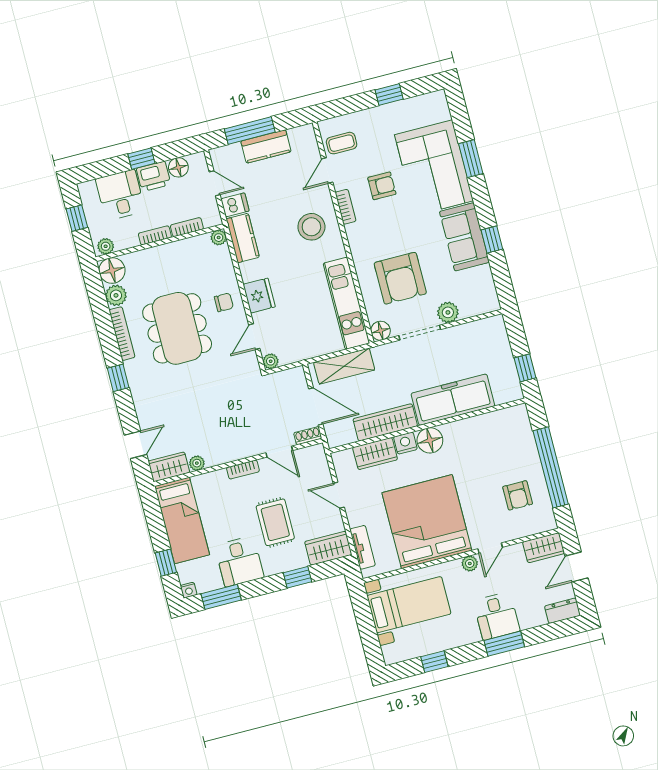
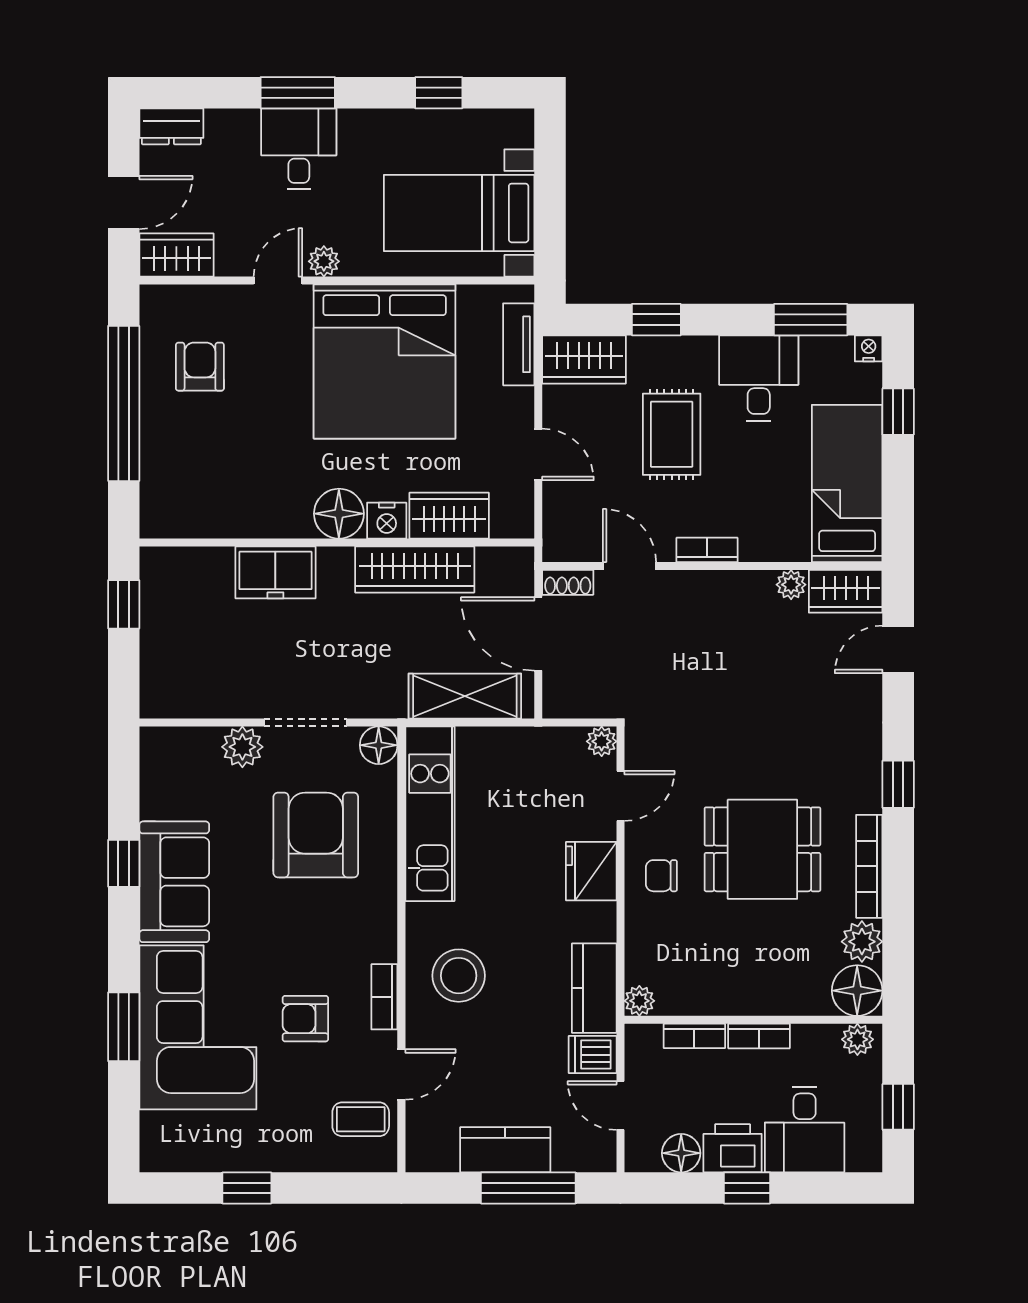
dining table: (177, 328) -> (762, 849), width x0.73
freezer: (453, 400) -> (275, 572), width x0.52, depth x0.79

